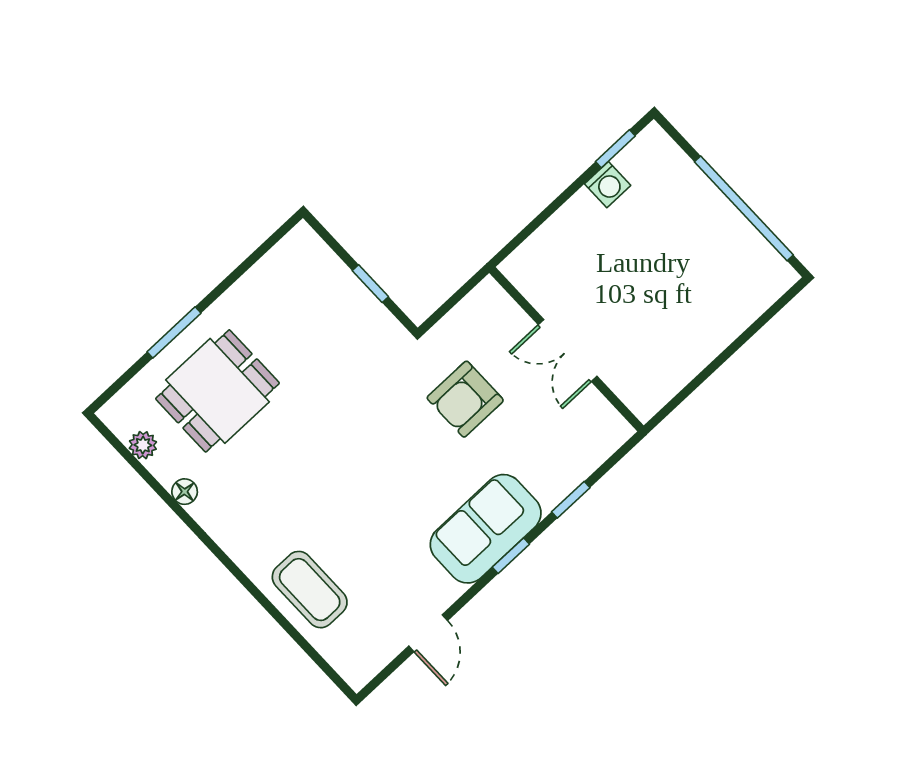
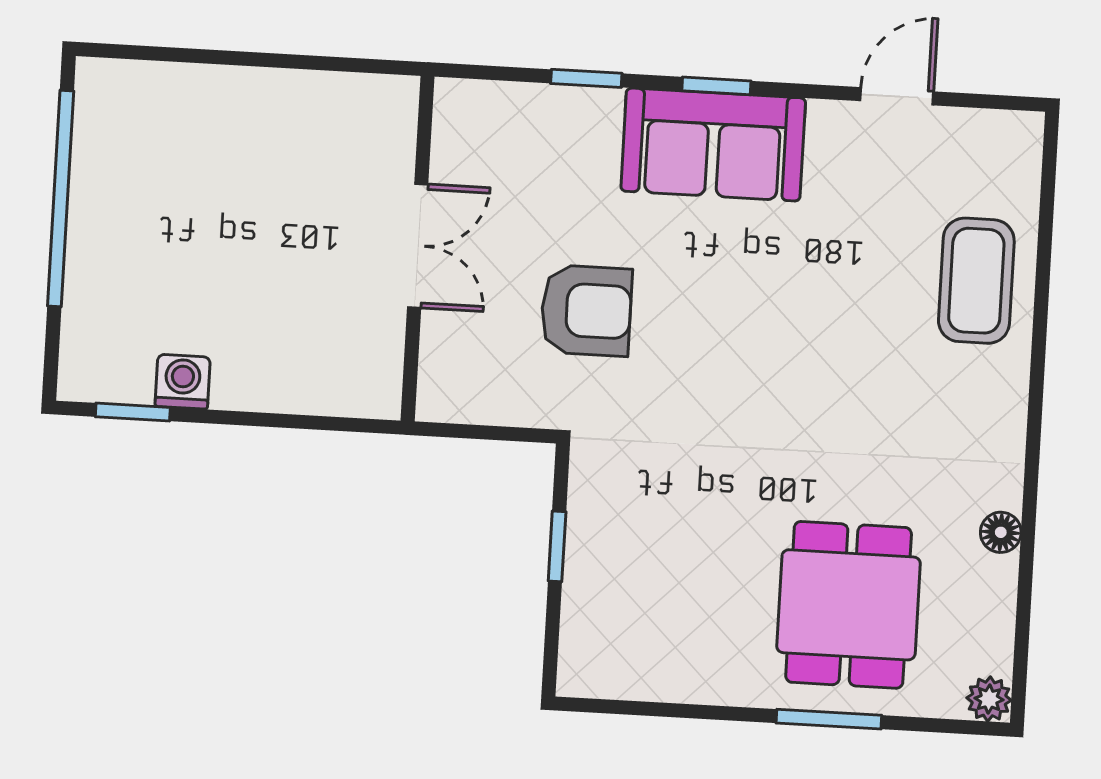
dining table: (218, 391) -> (849, 605), turned 90
plant: (143, 445) -> (989, 699), moved

